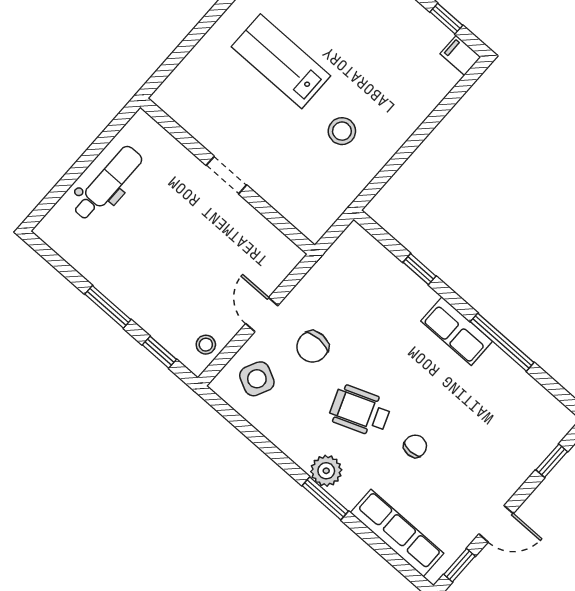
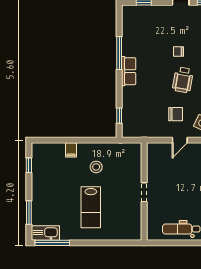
filing cabinet: (461, 55) -> (71, 150), moved
window: (419, 269) -> (119, 116), moved
wheelchair: (360, 411) -> (183, 80), turned 31

